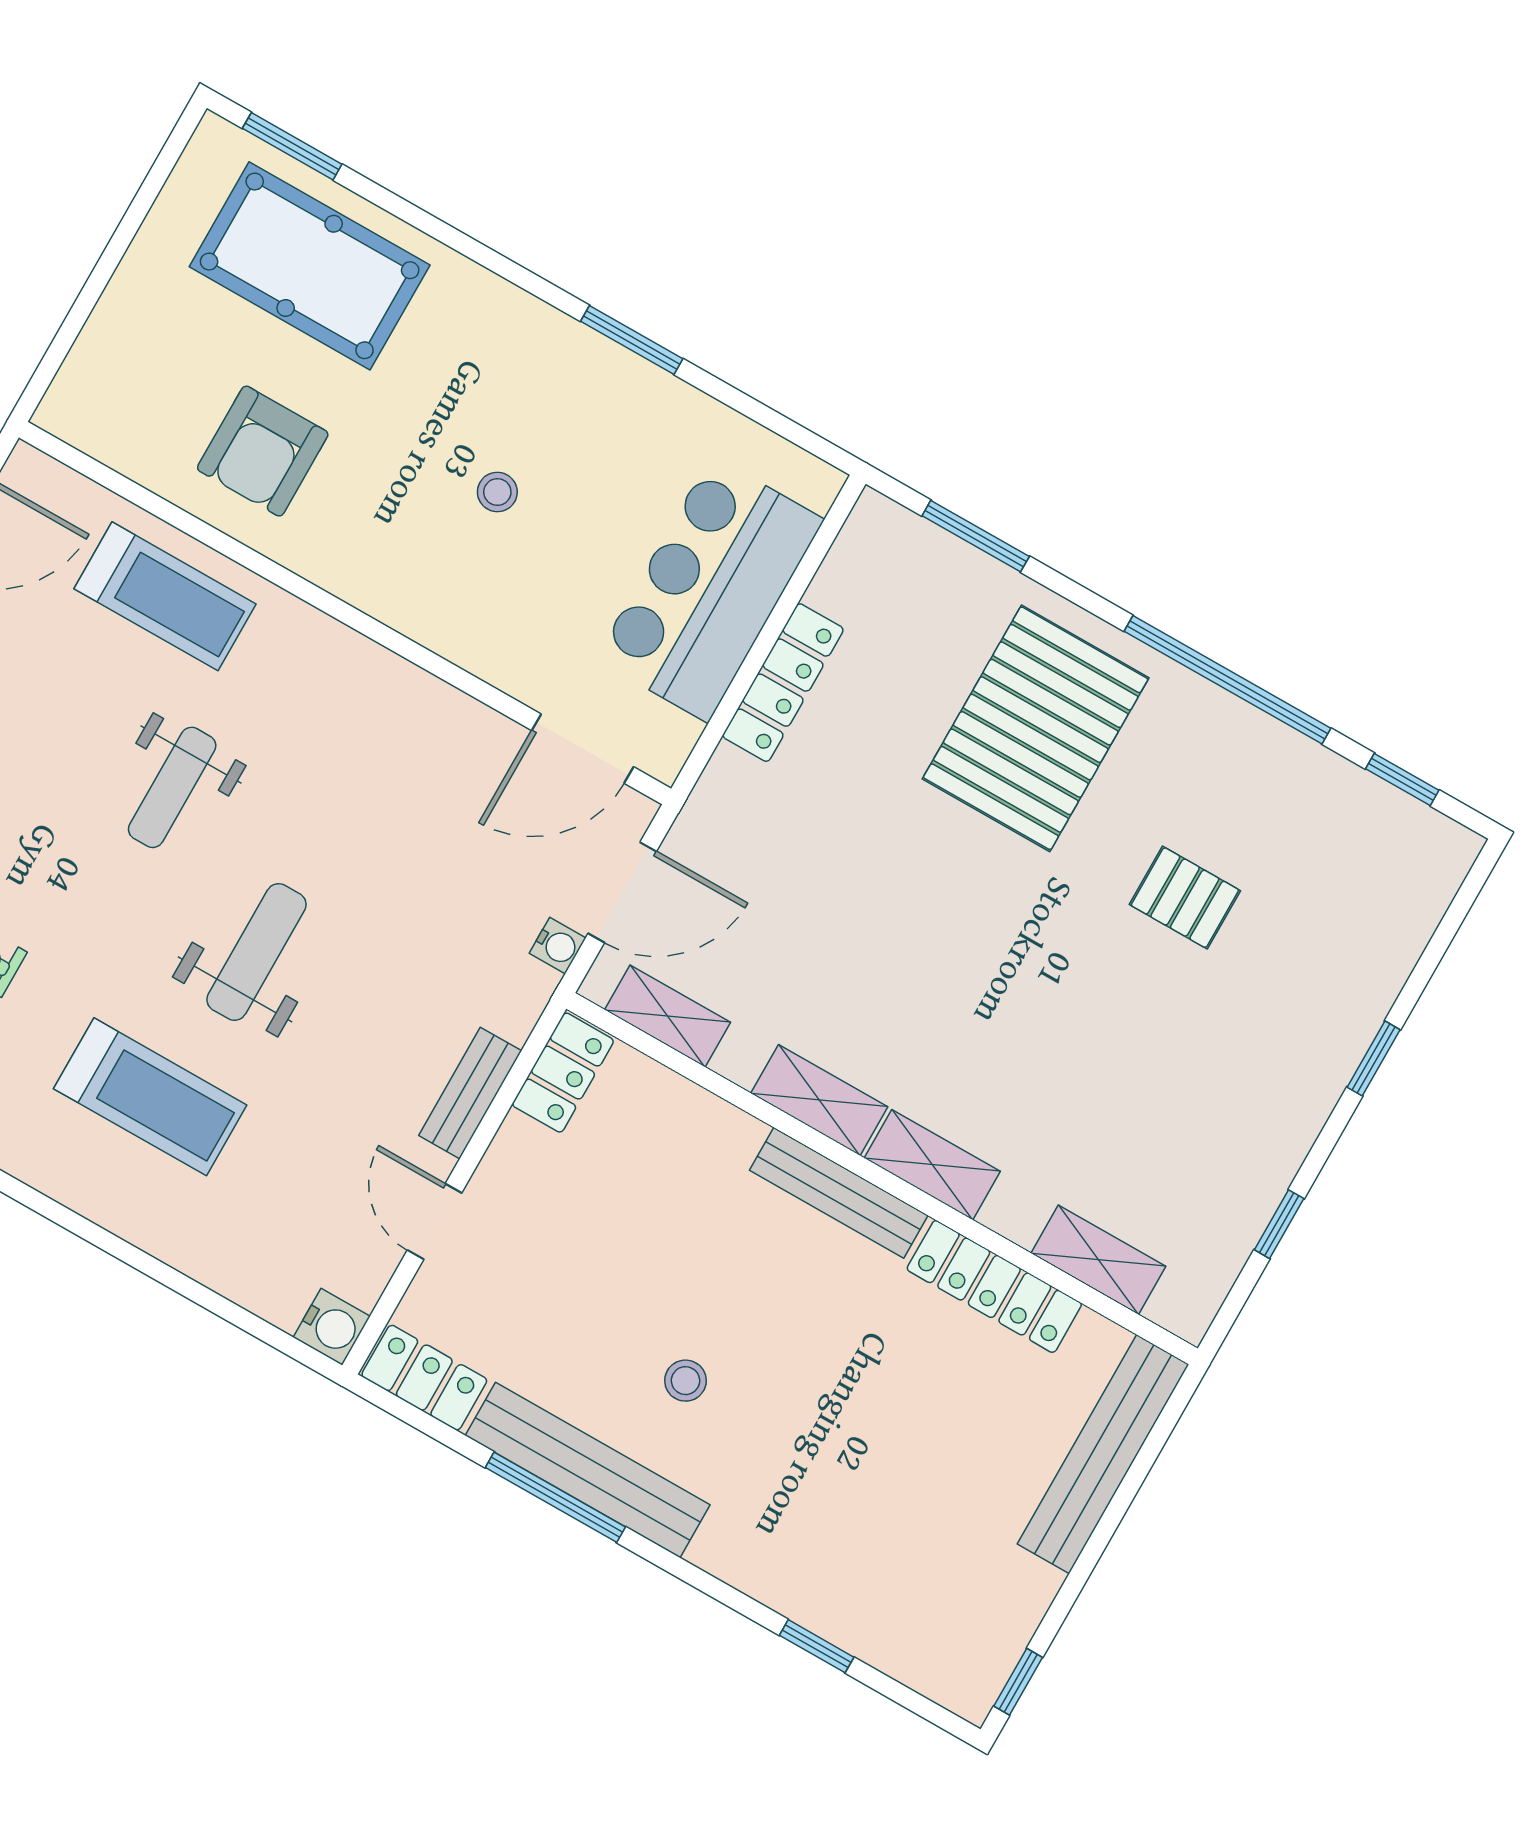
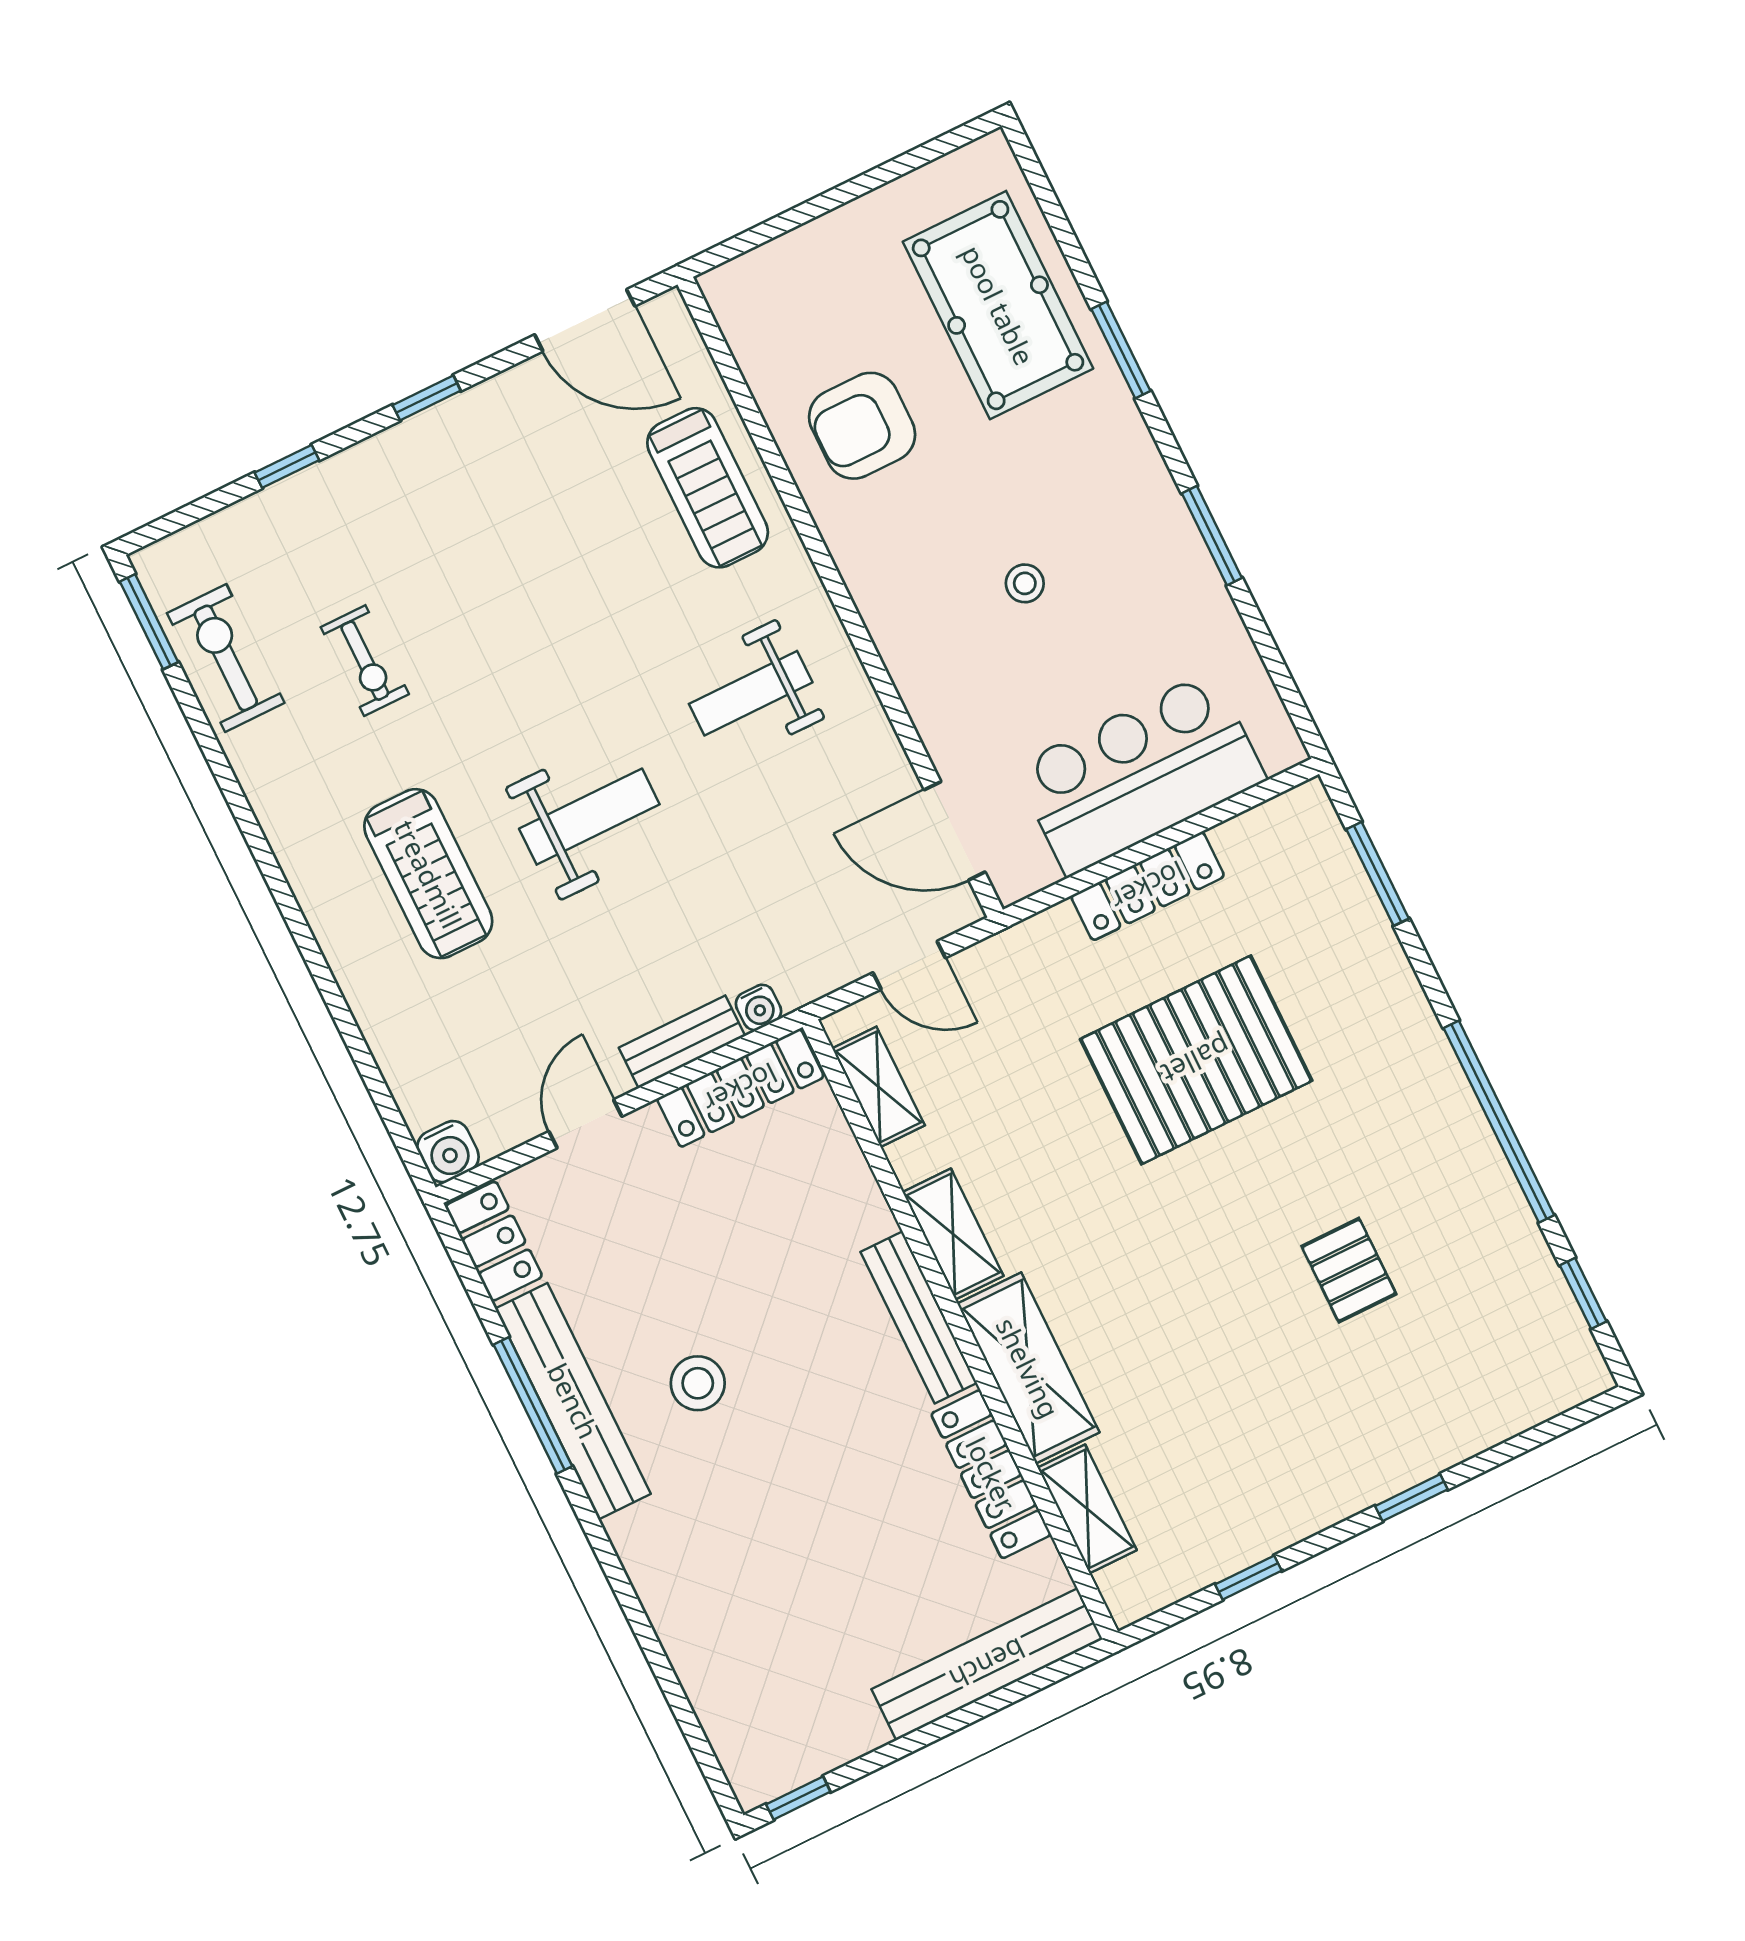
window: (292, 146) -> (1121, 350), moved
pallet: (1036, 728) -> (1196, 1060), moved
weight bench: (172, 787) -> (751, 693), moved
door: (622, 892) -> (909, 965), width x0.73
water cooler: (558, 946) -> (758, 1007), moved
locker: (563, 1073) -> (740, 1088), width x1.53
shelving: (932, 1165) -> (1028, 1368), width x1.50, depth x1.33
stool: (685, 1381) -> (698, 1383), width x1.37, depth x1.37
window: (817, 1646) -> (659, 1662), removed

